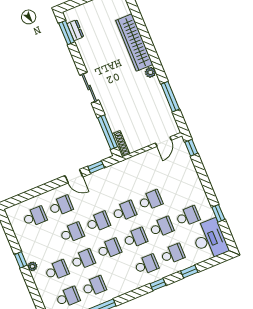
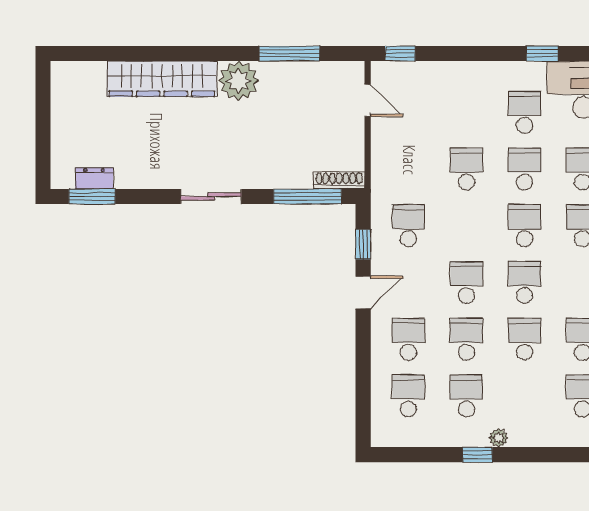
plant: (150, 72) -> (239, 81), width x1.87, depth x1.87
school desk: (124, 211) -> (408, 226), moved
school desk: (57, 270) -> (466, 396), moved

